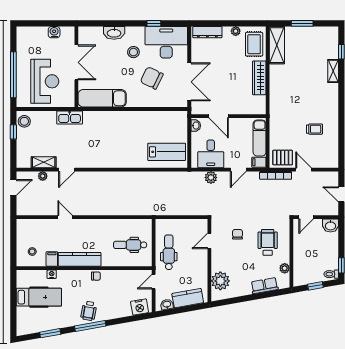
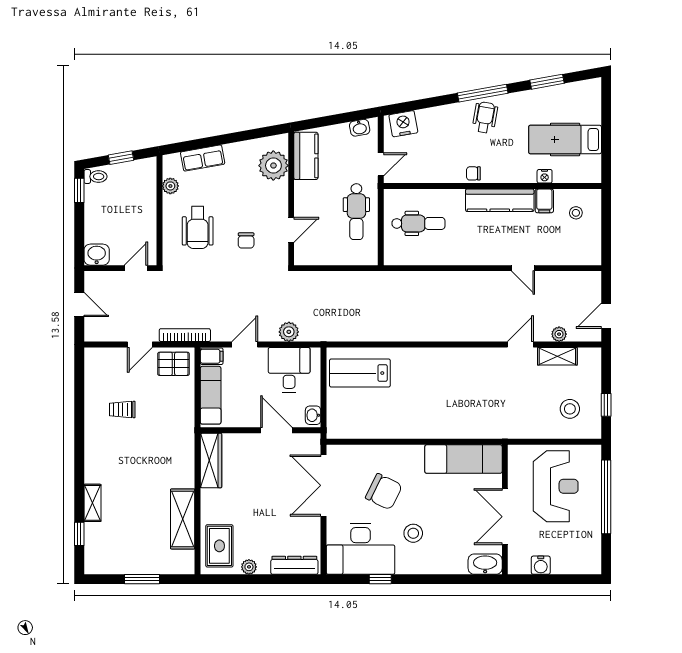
washbasin: (114, 33) -> (485, 564), moved
shelving: (277, 45) -> (183, 519), moved
wardrobe: (259, 78) -> (211, 461), moved
reception desk: (45, 81) -> (556, 486), turned 180
kitchen sink: (70, 118) -> (516, 428), removed
stool: (24, 121) -> (570, 409), moved
door: (304, 170) -> (140, 344), hinge flipped
kitchen counter: (188, 298) -> (306, 156), moved, turned -80

